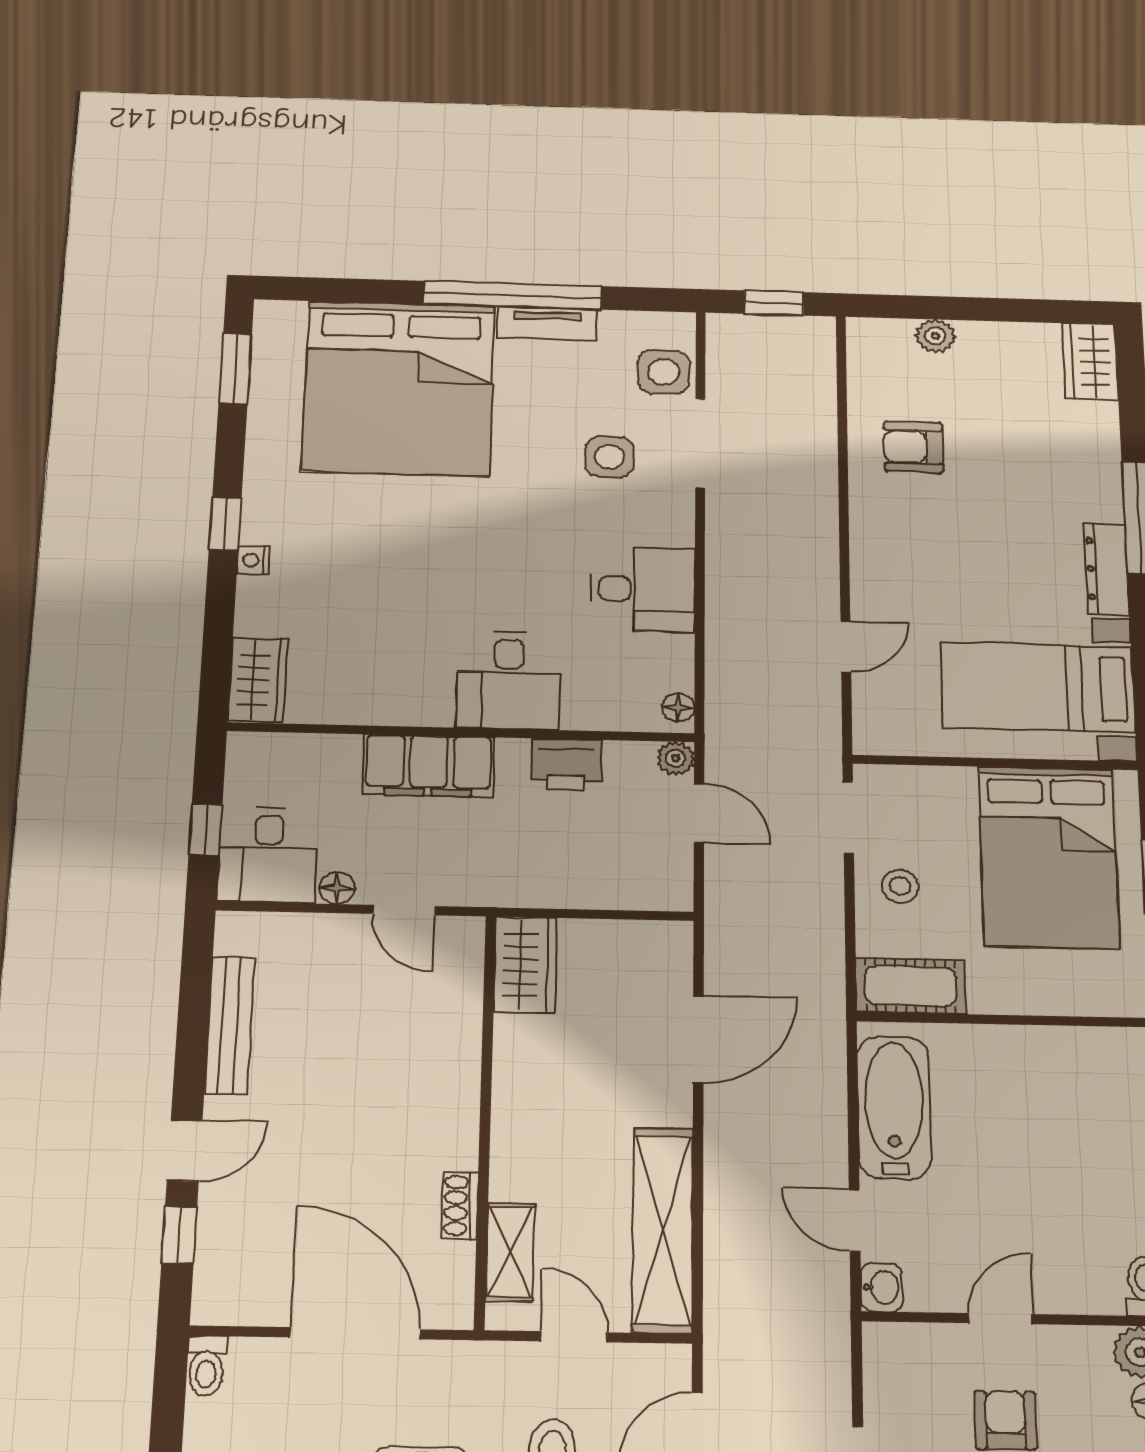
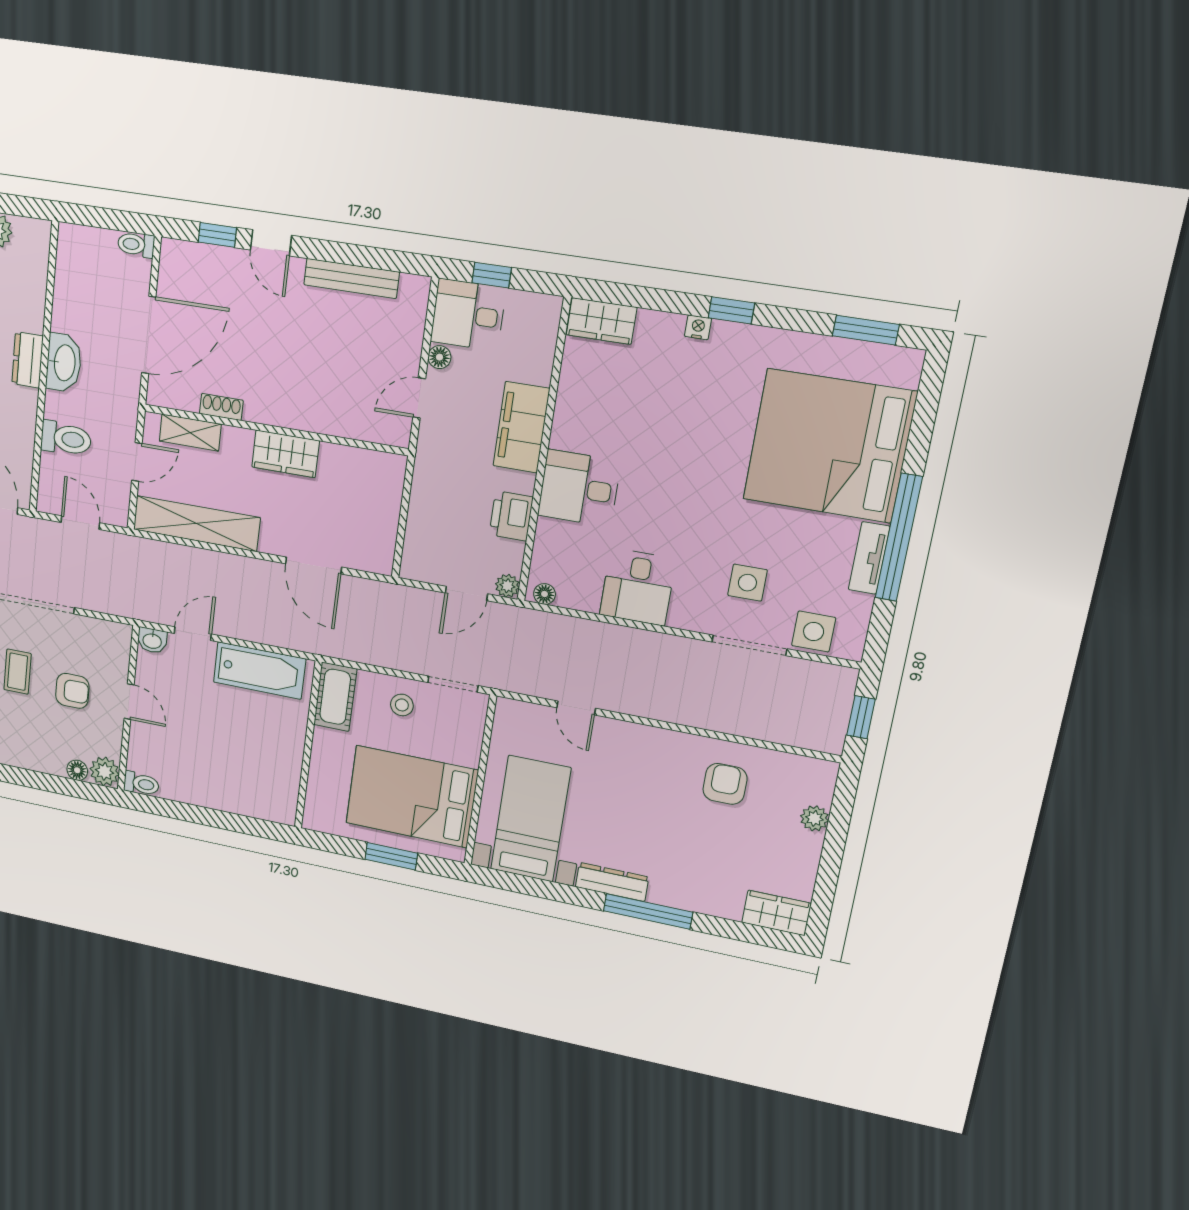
wardrobe: (525, 965) -> (285, 454), moved

